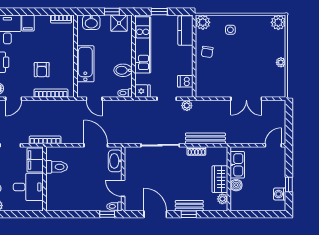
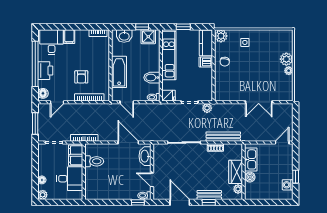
plant: (278, 22) -> (286, 59), moved
dishwasher: (185, 81) -> (206, 62), moved

